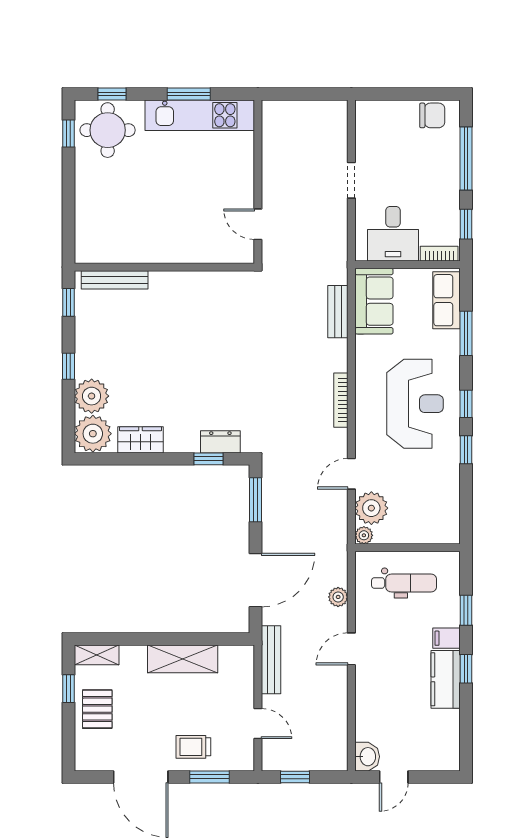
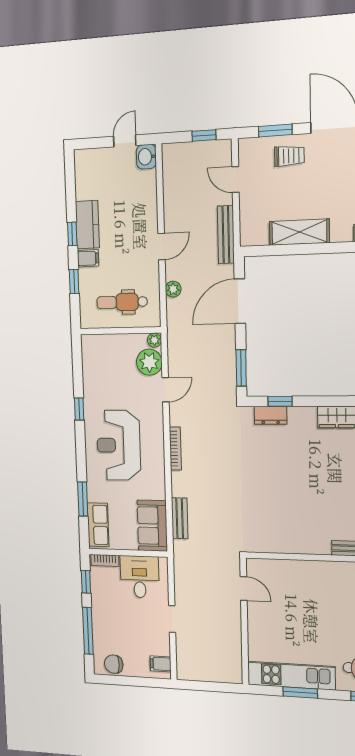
filing cabinet: (369, 120) -> (161, 664), added
window: (466, 404) -> (81, 445), removed

